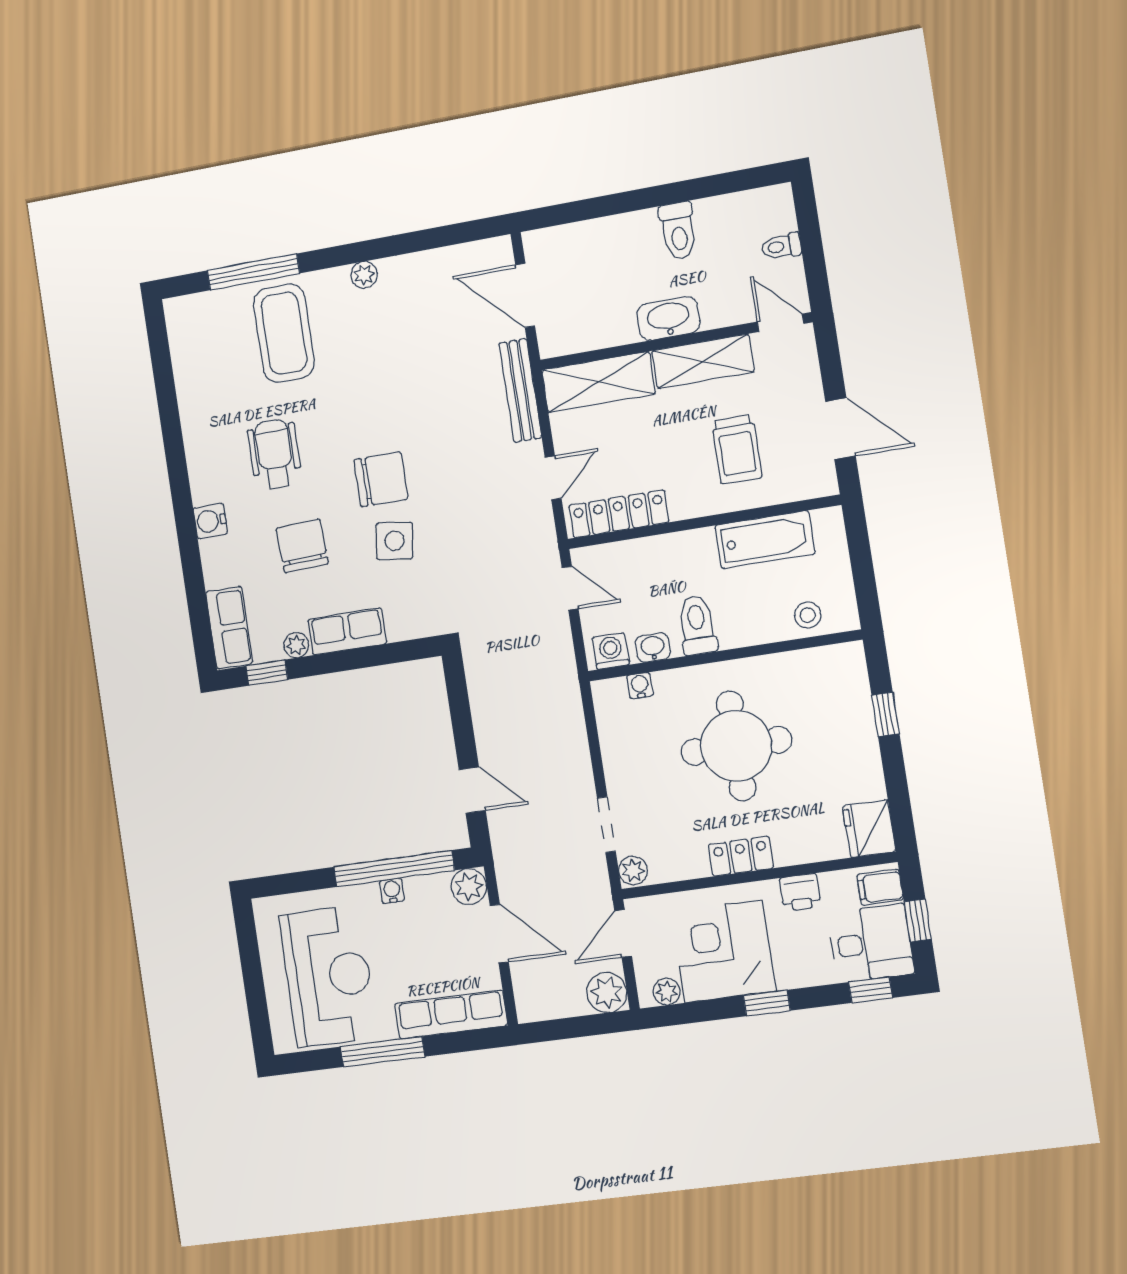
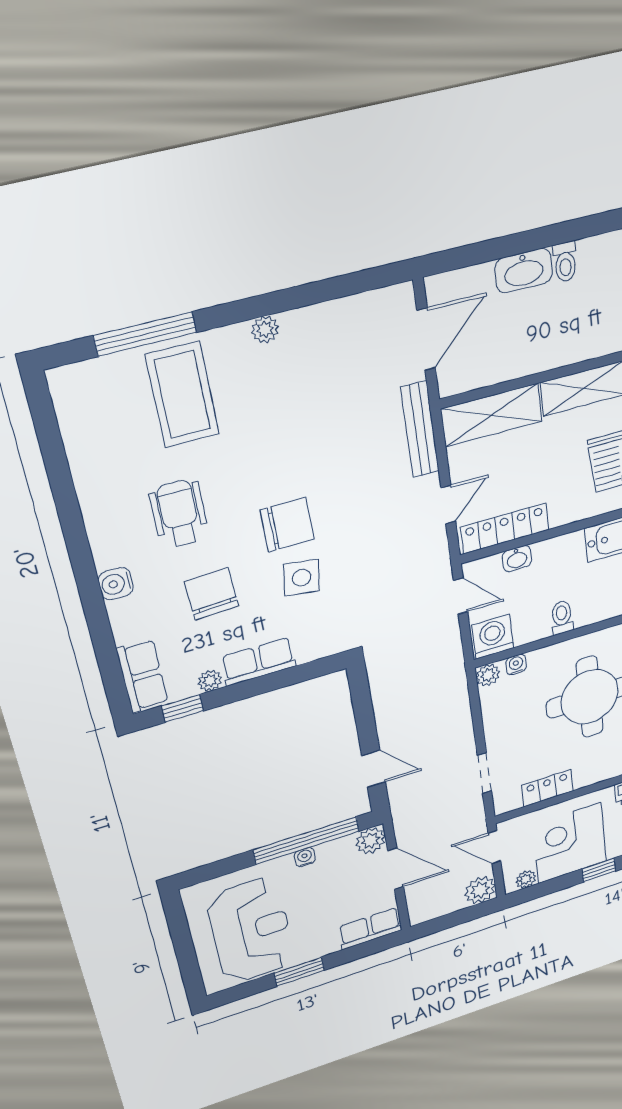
toilet: (678, 231) -> (565, 262), width x0.73, depth x0.72
door: (525, 295) -> (426, 339), swing flipped
washbasin: (668, 318) -> (524, 271), moved, turned 180
toilet: (697, 625) -> (562, 617), width x0.73, depth x0.72
washbasin: (653, 648) -> (517, 559), moved, turned 180
washing machine: (611, 651) -> (493, 637), width x1.38, depth x1.38
locker: (741, 856) -> (547, 788), moved
plant: (633, 870) -> (488, 675), moved
door: (623, 933) -> (494, 847), hinge flipped
row of seats: (451, 1015) -> (370, 928), width x0.68
window: (383, 1052) -> (299, 972), width x0.69

